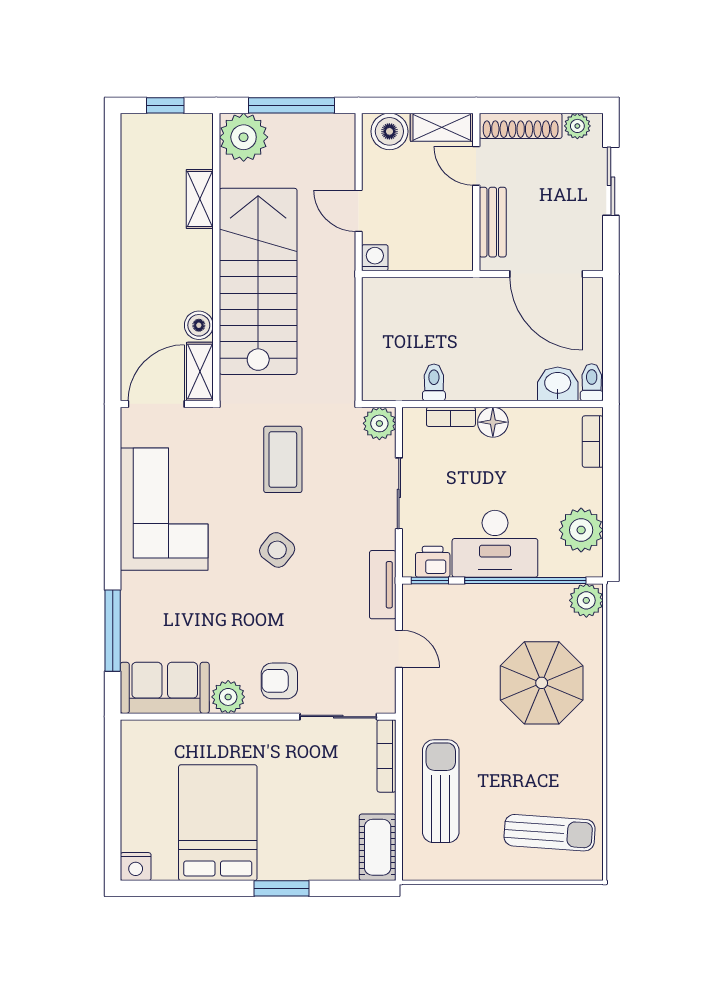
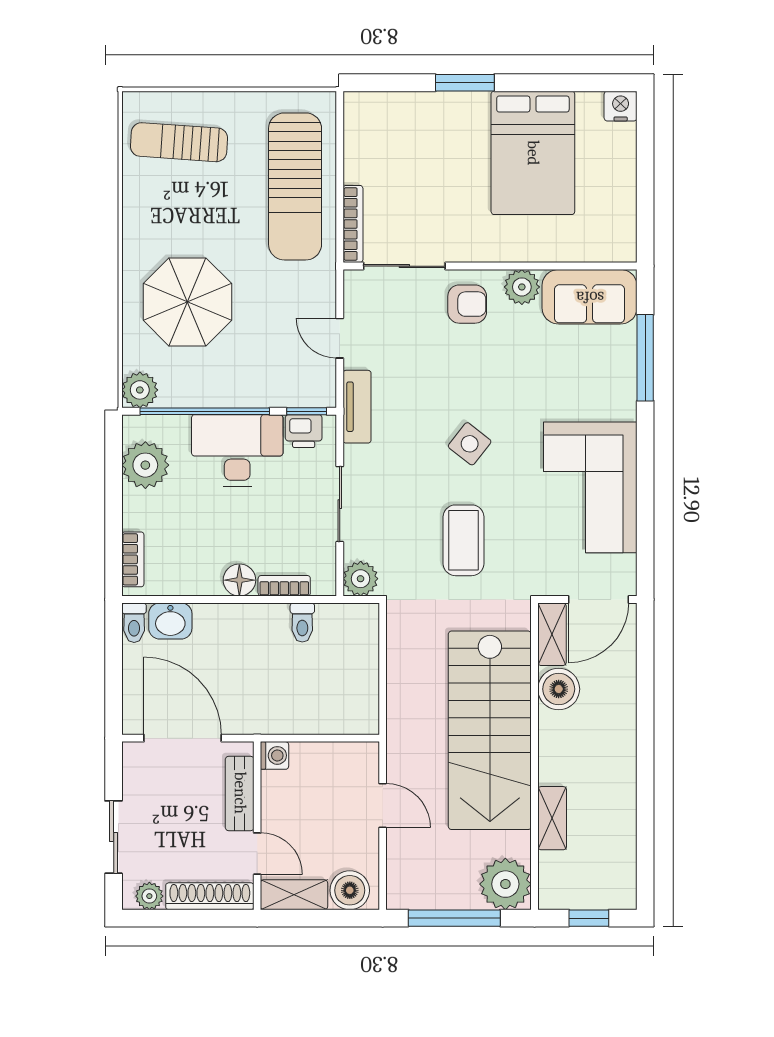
washing machine: (375, 258) -> (275, 755), moved, turned -90
boiler: (199, 325) -> (559, 689), width x1.36, depth x1.36
sun lounger: (441, 791) -> (295, 186), width x1.36, depth x1.34
cot: (378, 847) -> (362, 127), removed

